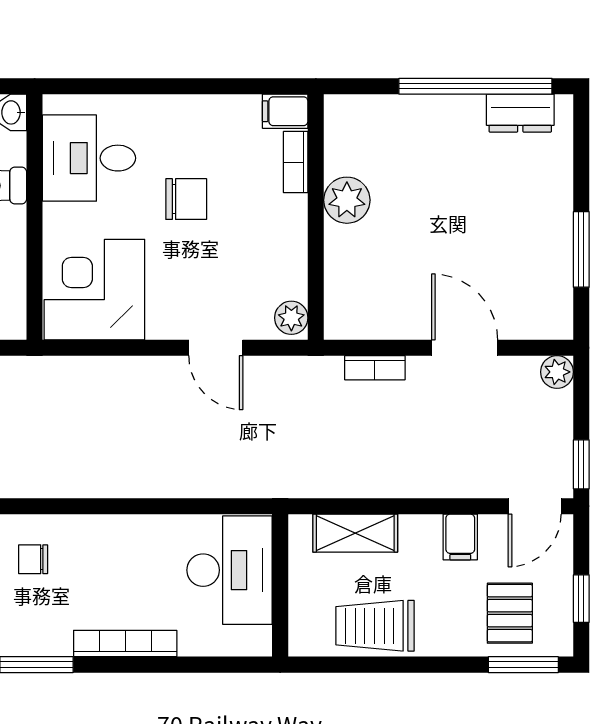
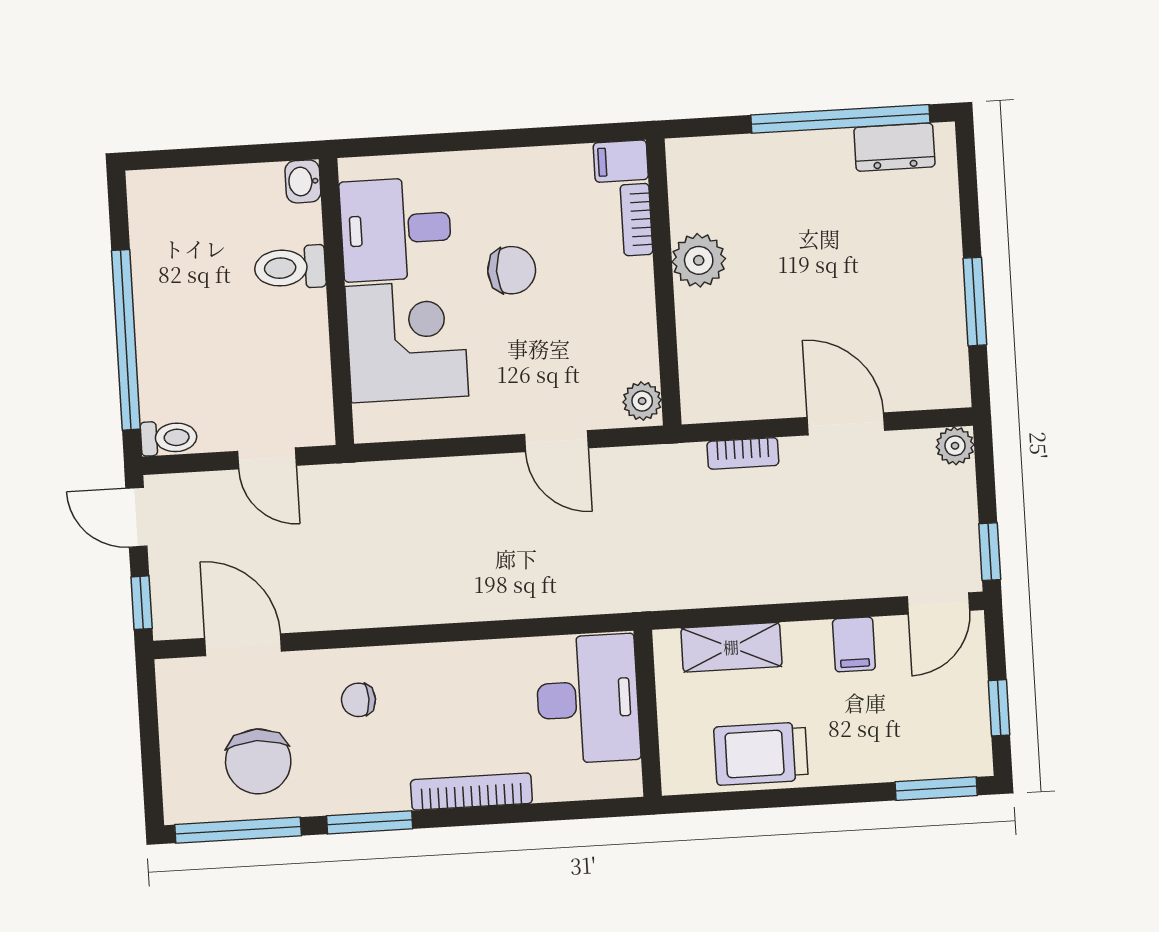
corner desk: (94, 290) -> (407, 341), moved, turned 90
pallet: (510, 613) -> (917, 730), removed

